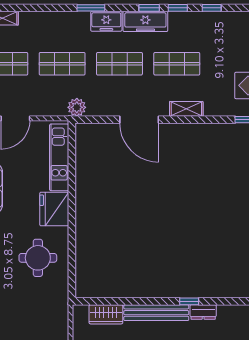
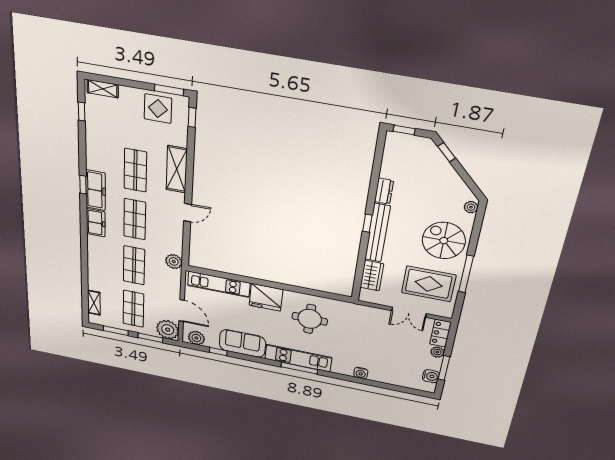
window: (91, 8) -> (84, 233), removed
window: (178, 8) -> (82, 160), removed
window: (212, 8) -> (82, 111), moved
shelving: (186, 109) -> (177, 169), width x1.50, depth x1.33
door: (139, 120) -> (187, 213), width x0.53
window: (189, 301) -> (367, 223), moved

